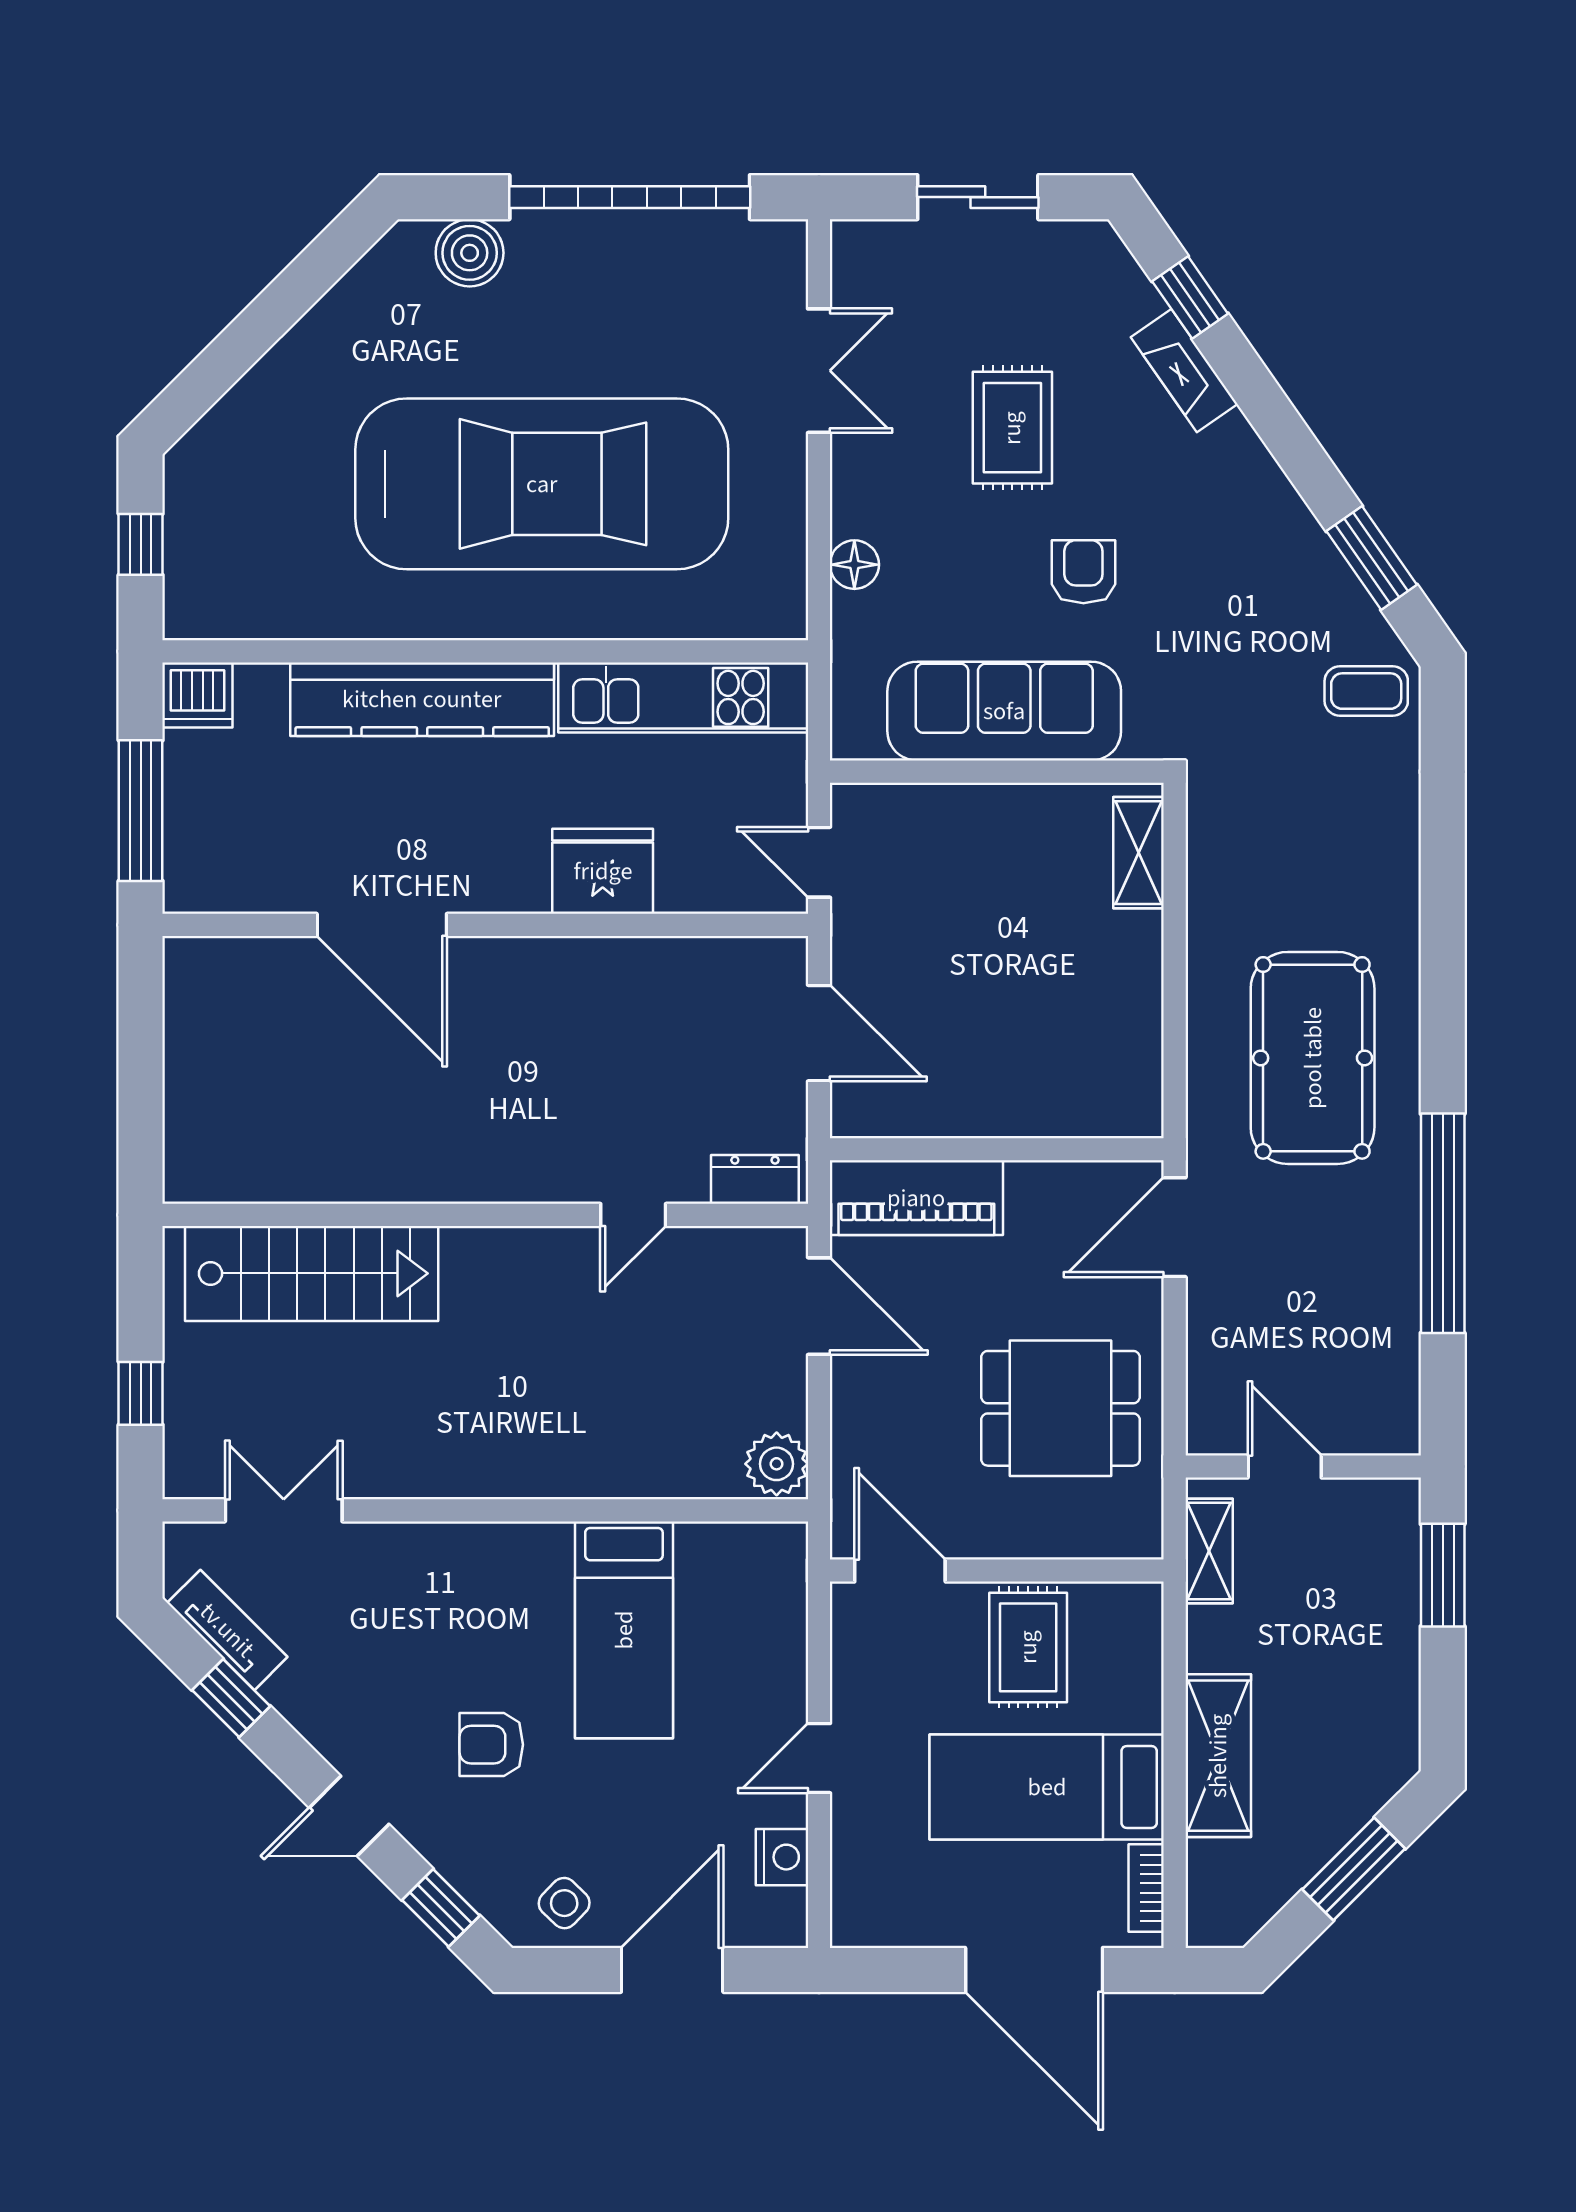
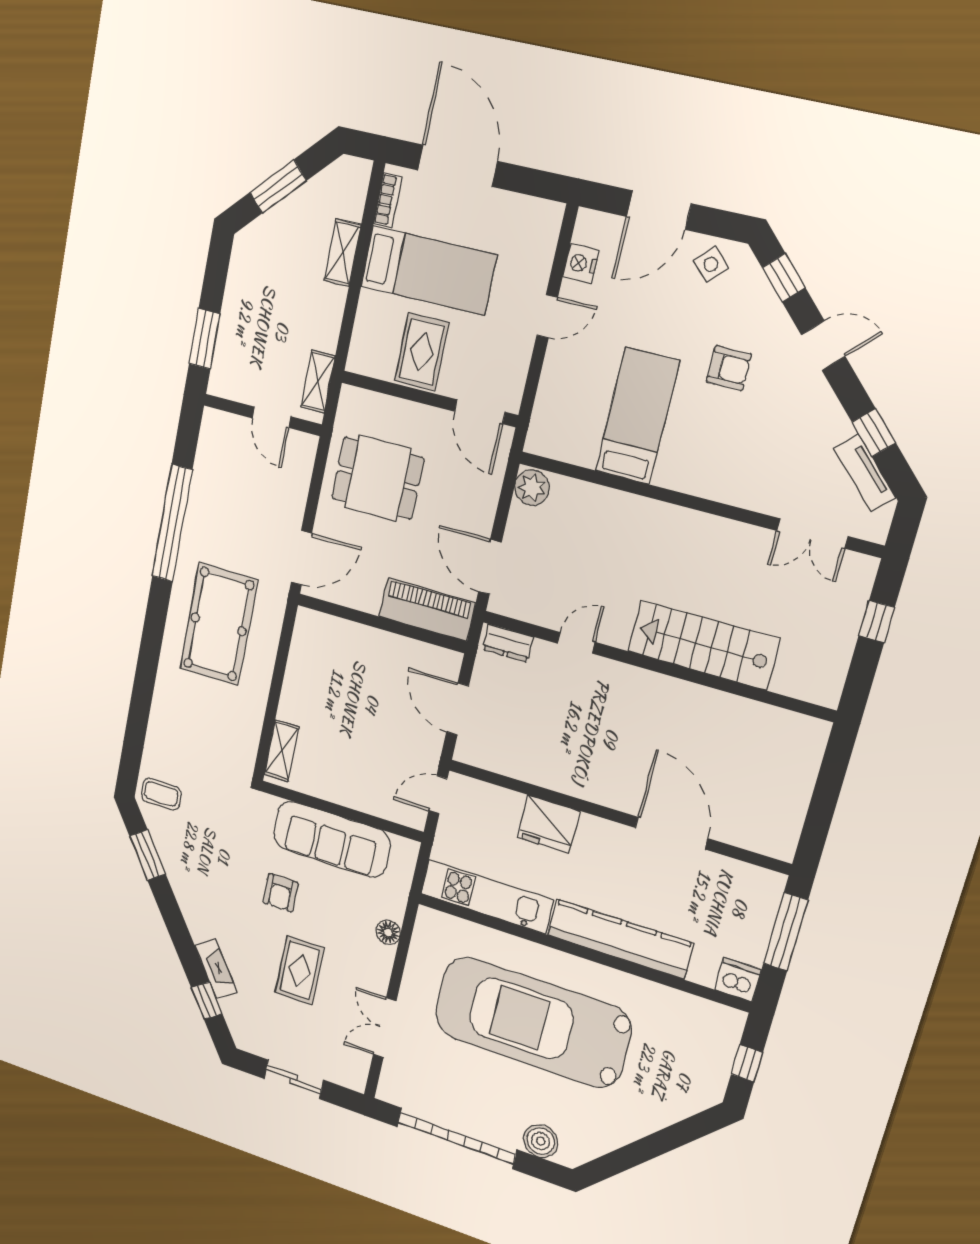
door: (819, 862) -> (438, 795), swing flipped
stairs: (312, 1273) -> (704, 645), moved
shelving: (1218, 1756) -> (342, 253), width x0.67, depth x0.75

